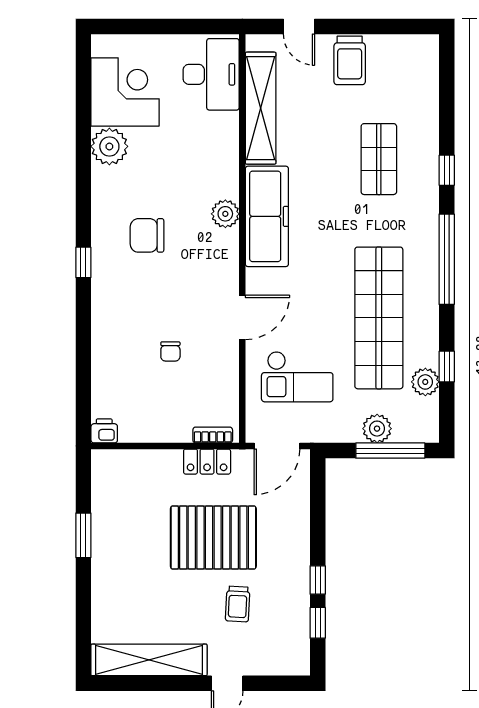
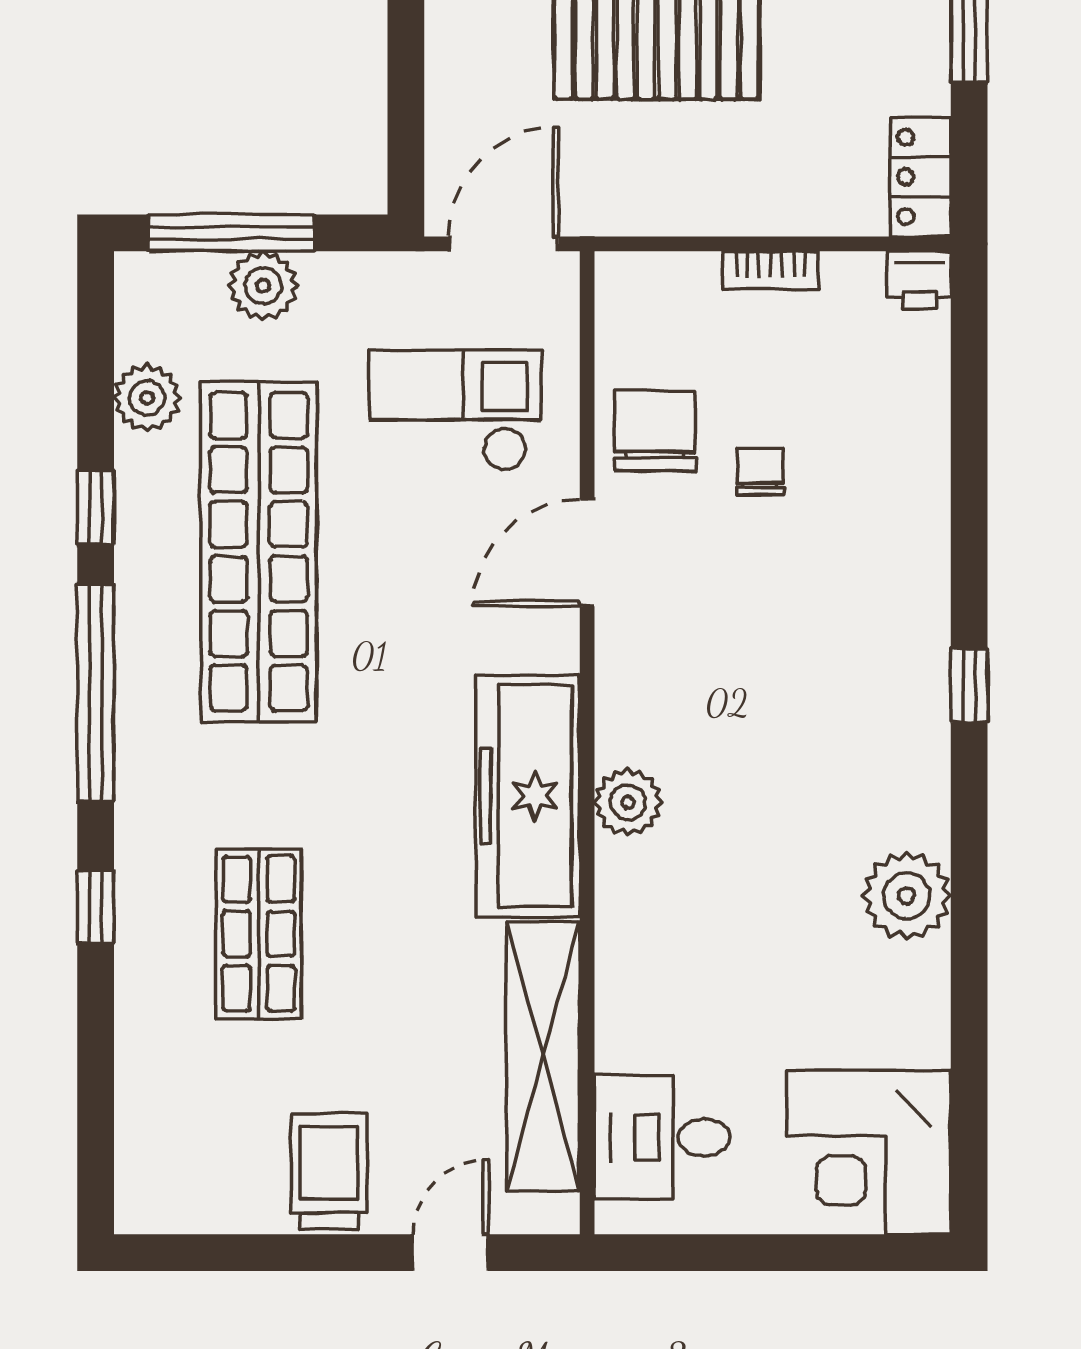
door: (299, 26) -> (451, 1253), hinge flipped
desk: (211, 74) -> (662, 1137), width x0.73
corner desk: (125, 92) -> (869, 1152), moved
plant: (109, 146) -> (907, 896), moved
chair: (147, 235) -> (655, 431), moved, turned -90
window: (447, 367) -> (96, 508), moved
bookcase: (213, 435) -> (770, 270), moved
locker: (207, 462) -> (921, 177), moved, turned -90

